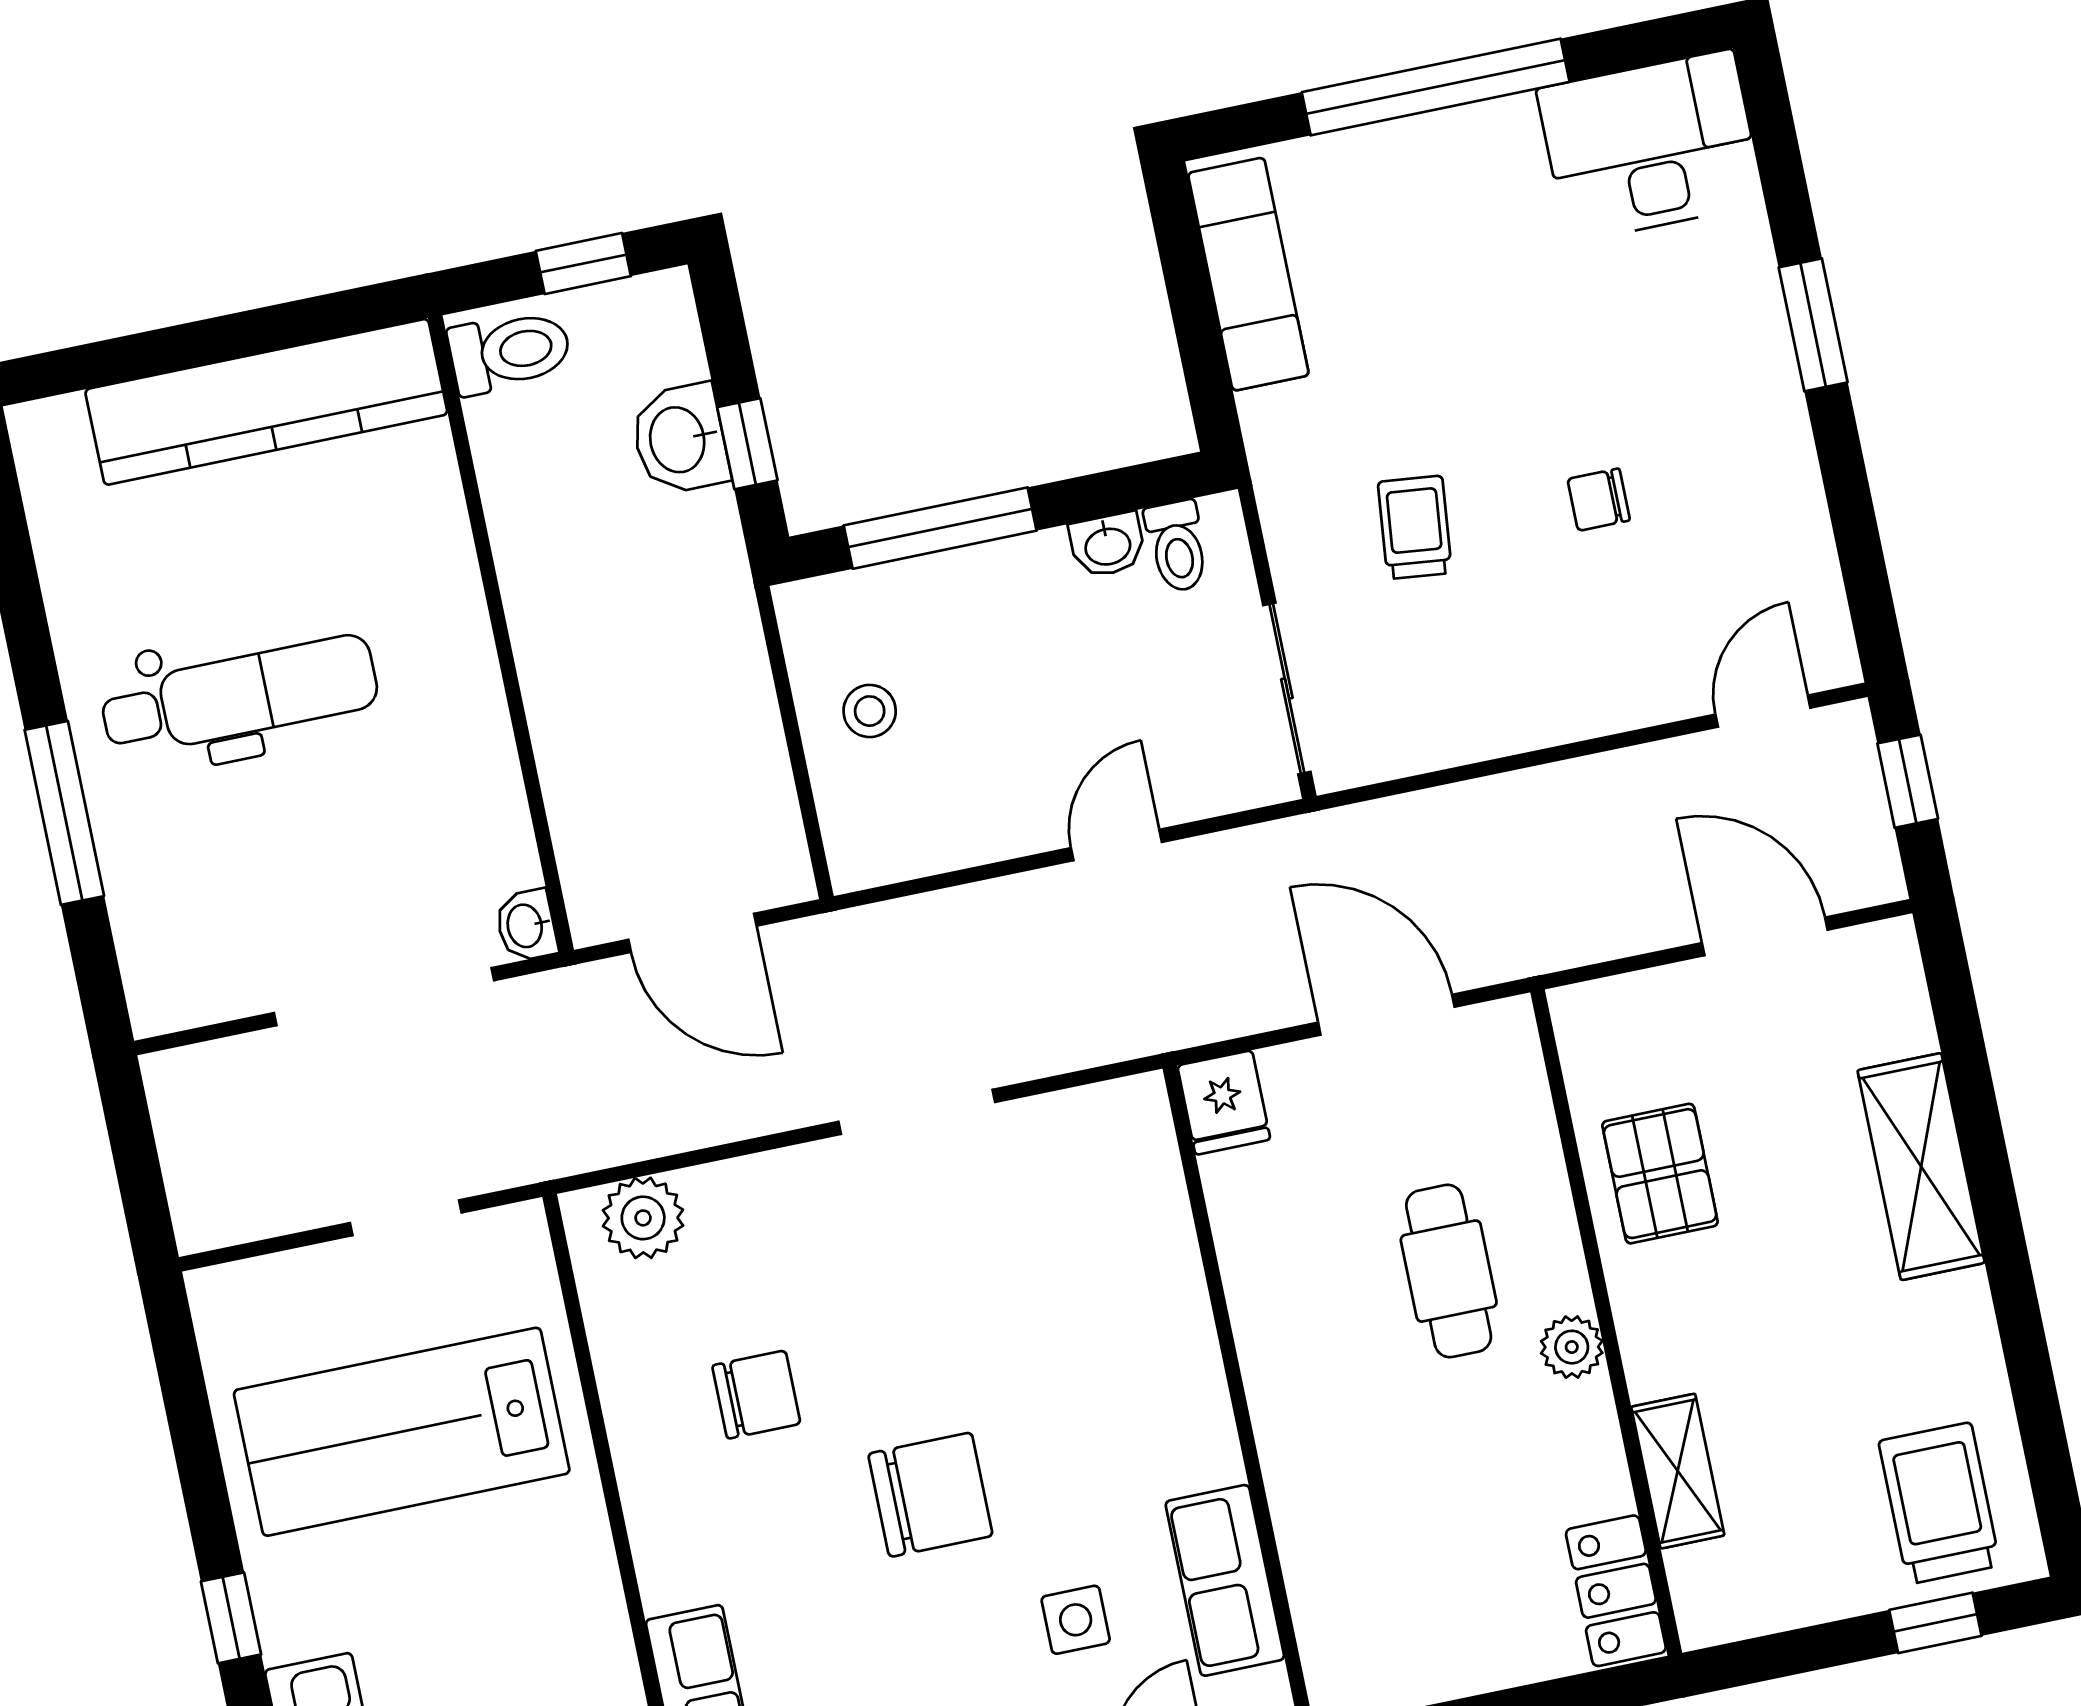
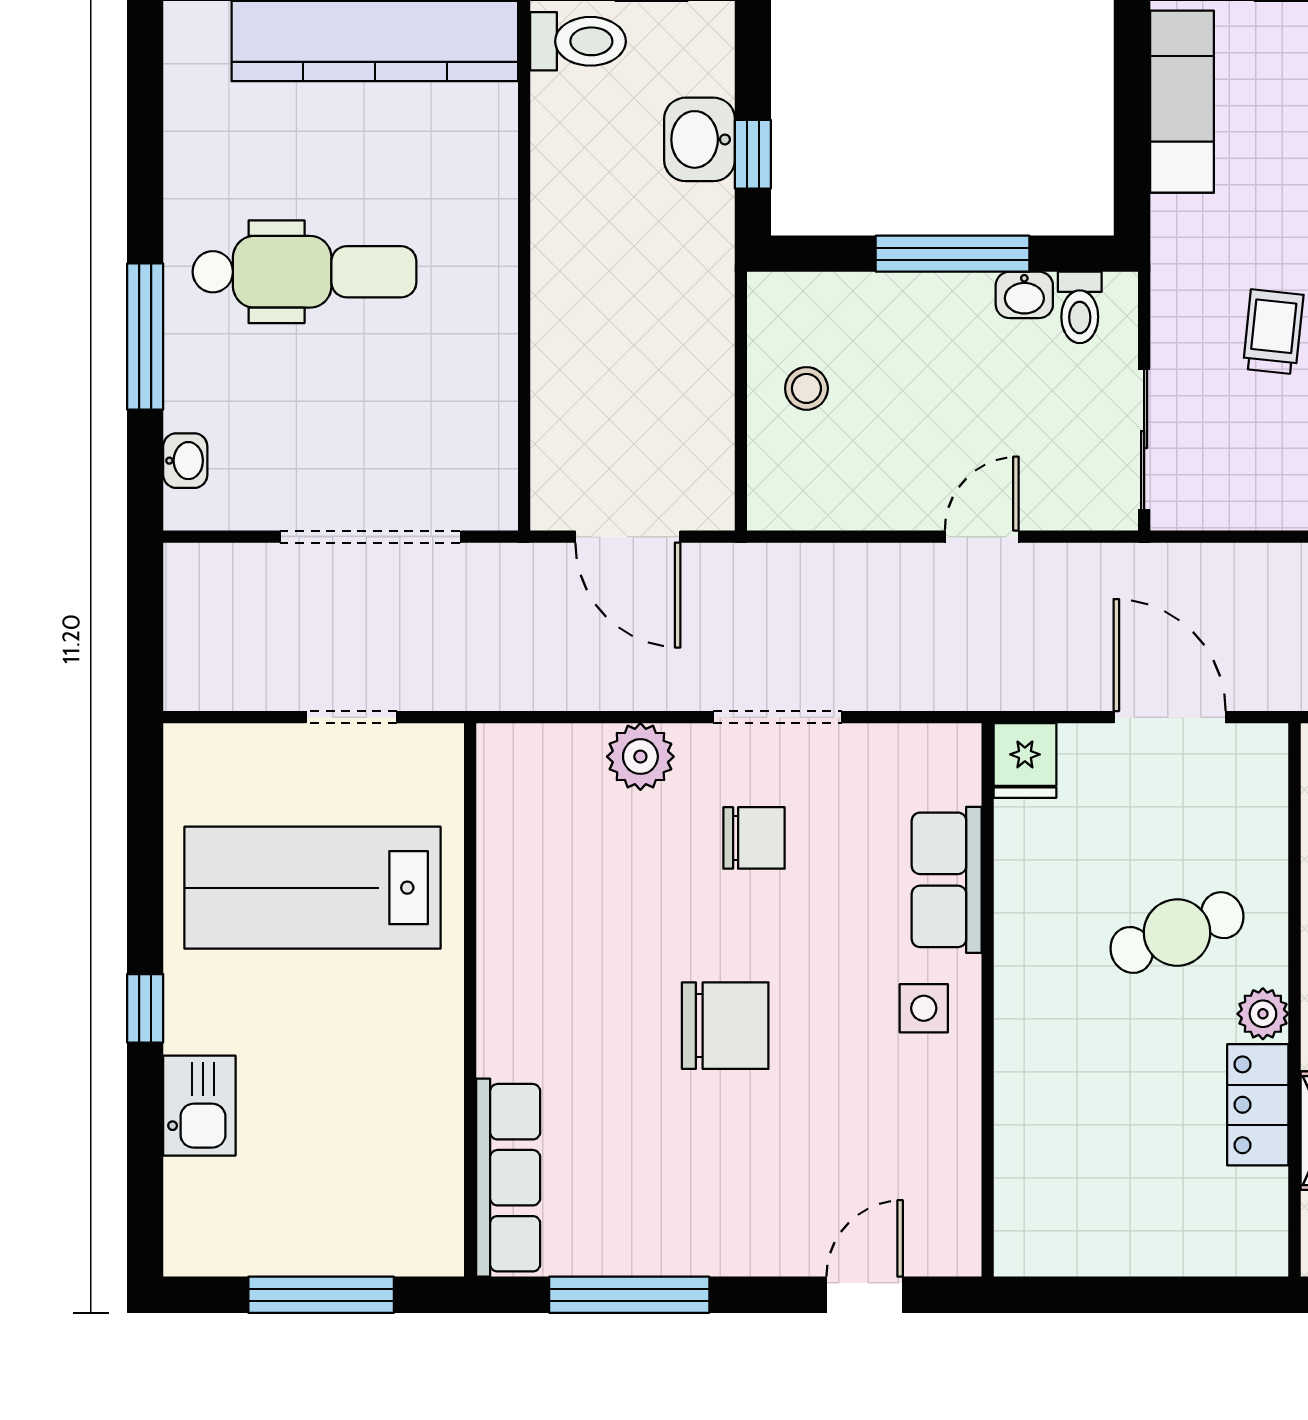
window: (940, 528) -> (953, 254), moved
washbasin: (526, 926) -> (185, 461), moved, turned 180
plant: (643, 1218) -> (640, 757), moved
cafe table: (1449, 1271) -> (1177, 933), turned 69
chair: (756, 1395) -> (754, 838), moved
row of seats: (1225, 1580) -> (947, 880), moved
locker: (1616, 1591) -> (1258, 1105), moved
side table: (1076, 1620) -> (924, 1008), moved

